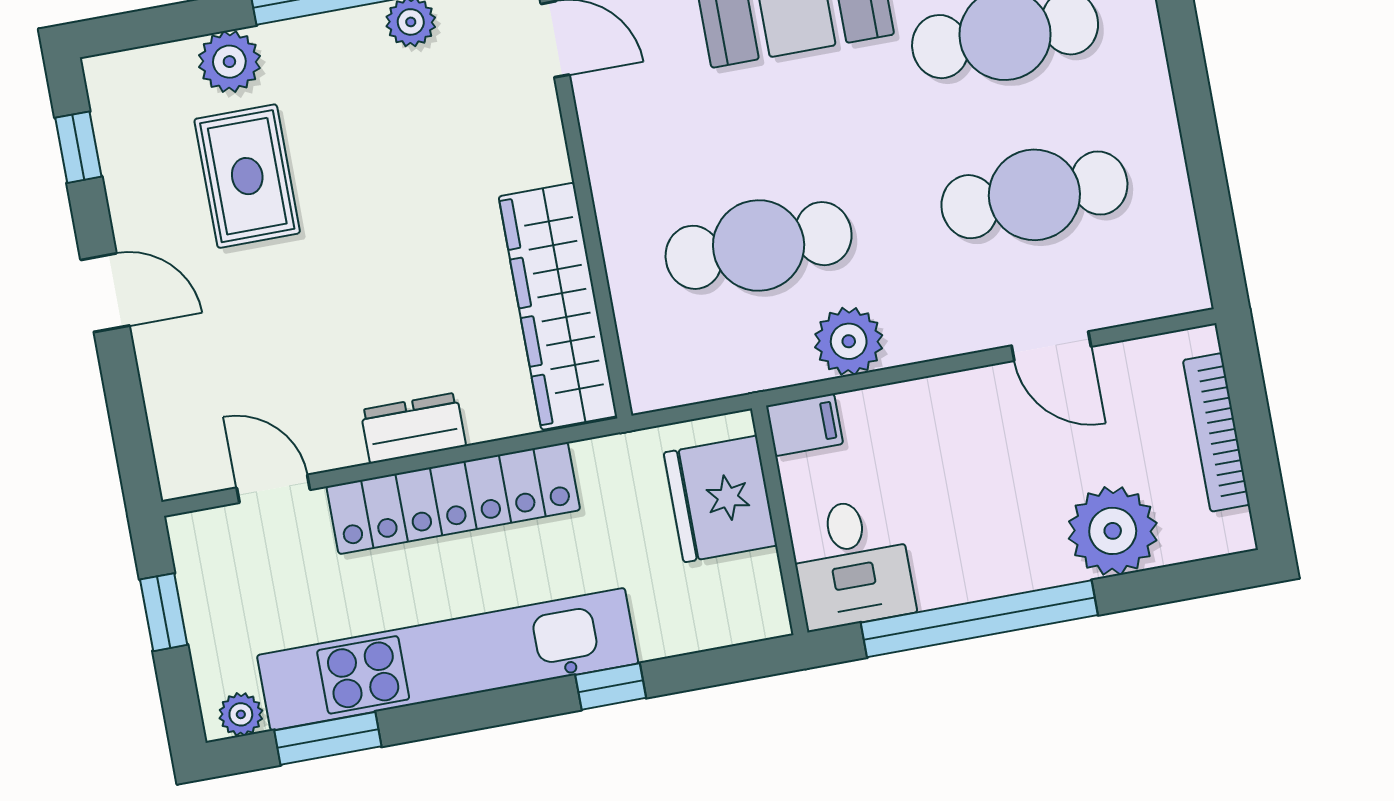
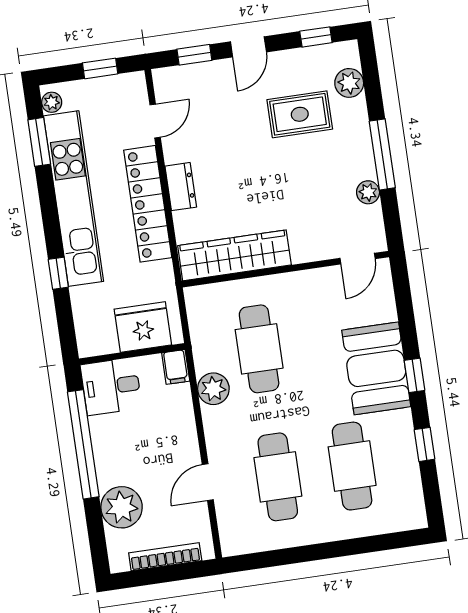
plant: (229, 62) -> (349, 83), moved
window: (126, 409) -> (194, 55), added

